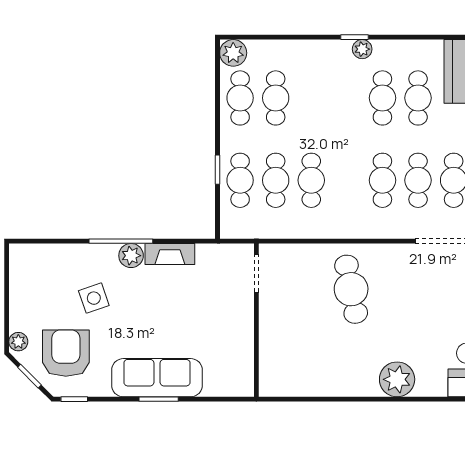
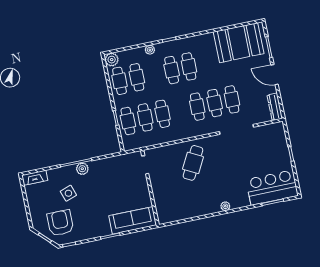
plant: (362, 49) -> (150, 50), moved
cafe table: (418, 98) -> (172, 70), moved
fireplace: (170, 254) -> (35, 178), moved
cafe table: (351, 289) -> (193, 163), turned 39
plant: (18, 342) -> (36, 222), removed
sofa: (157, 378) -> (133, 220), moved
plant: (397, 379) -> (225, 206), width x0.53, depth x0.53

